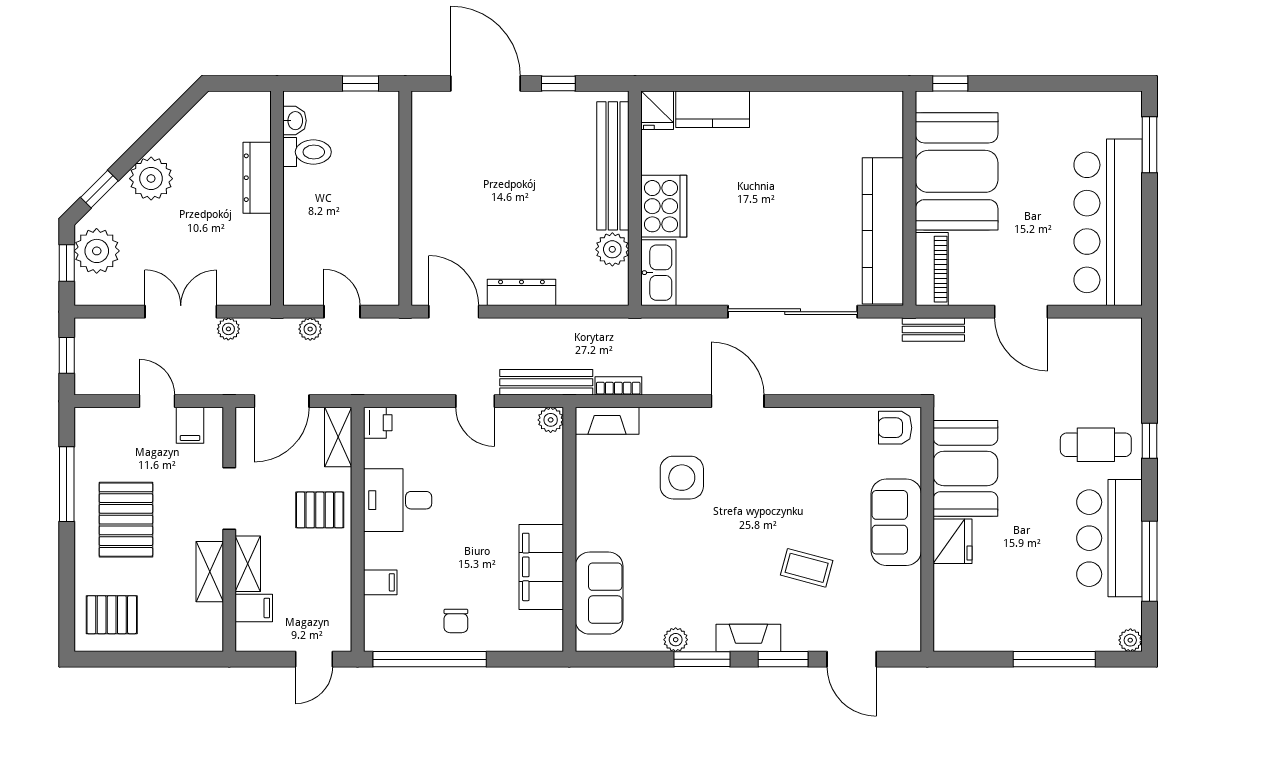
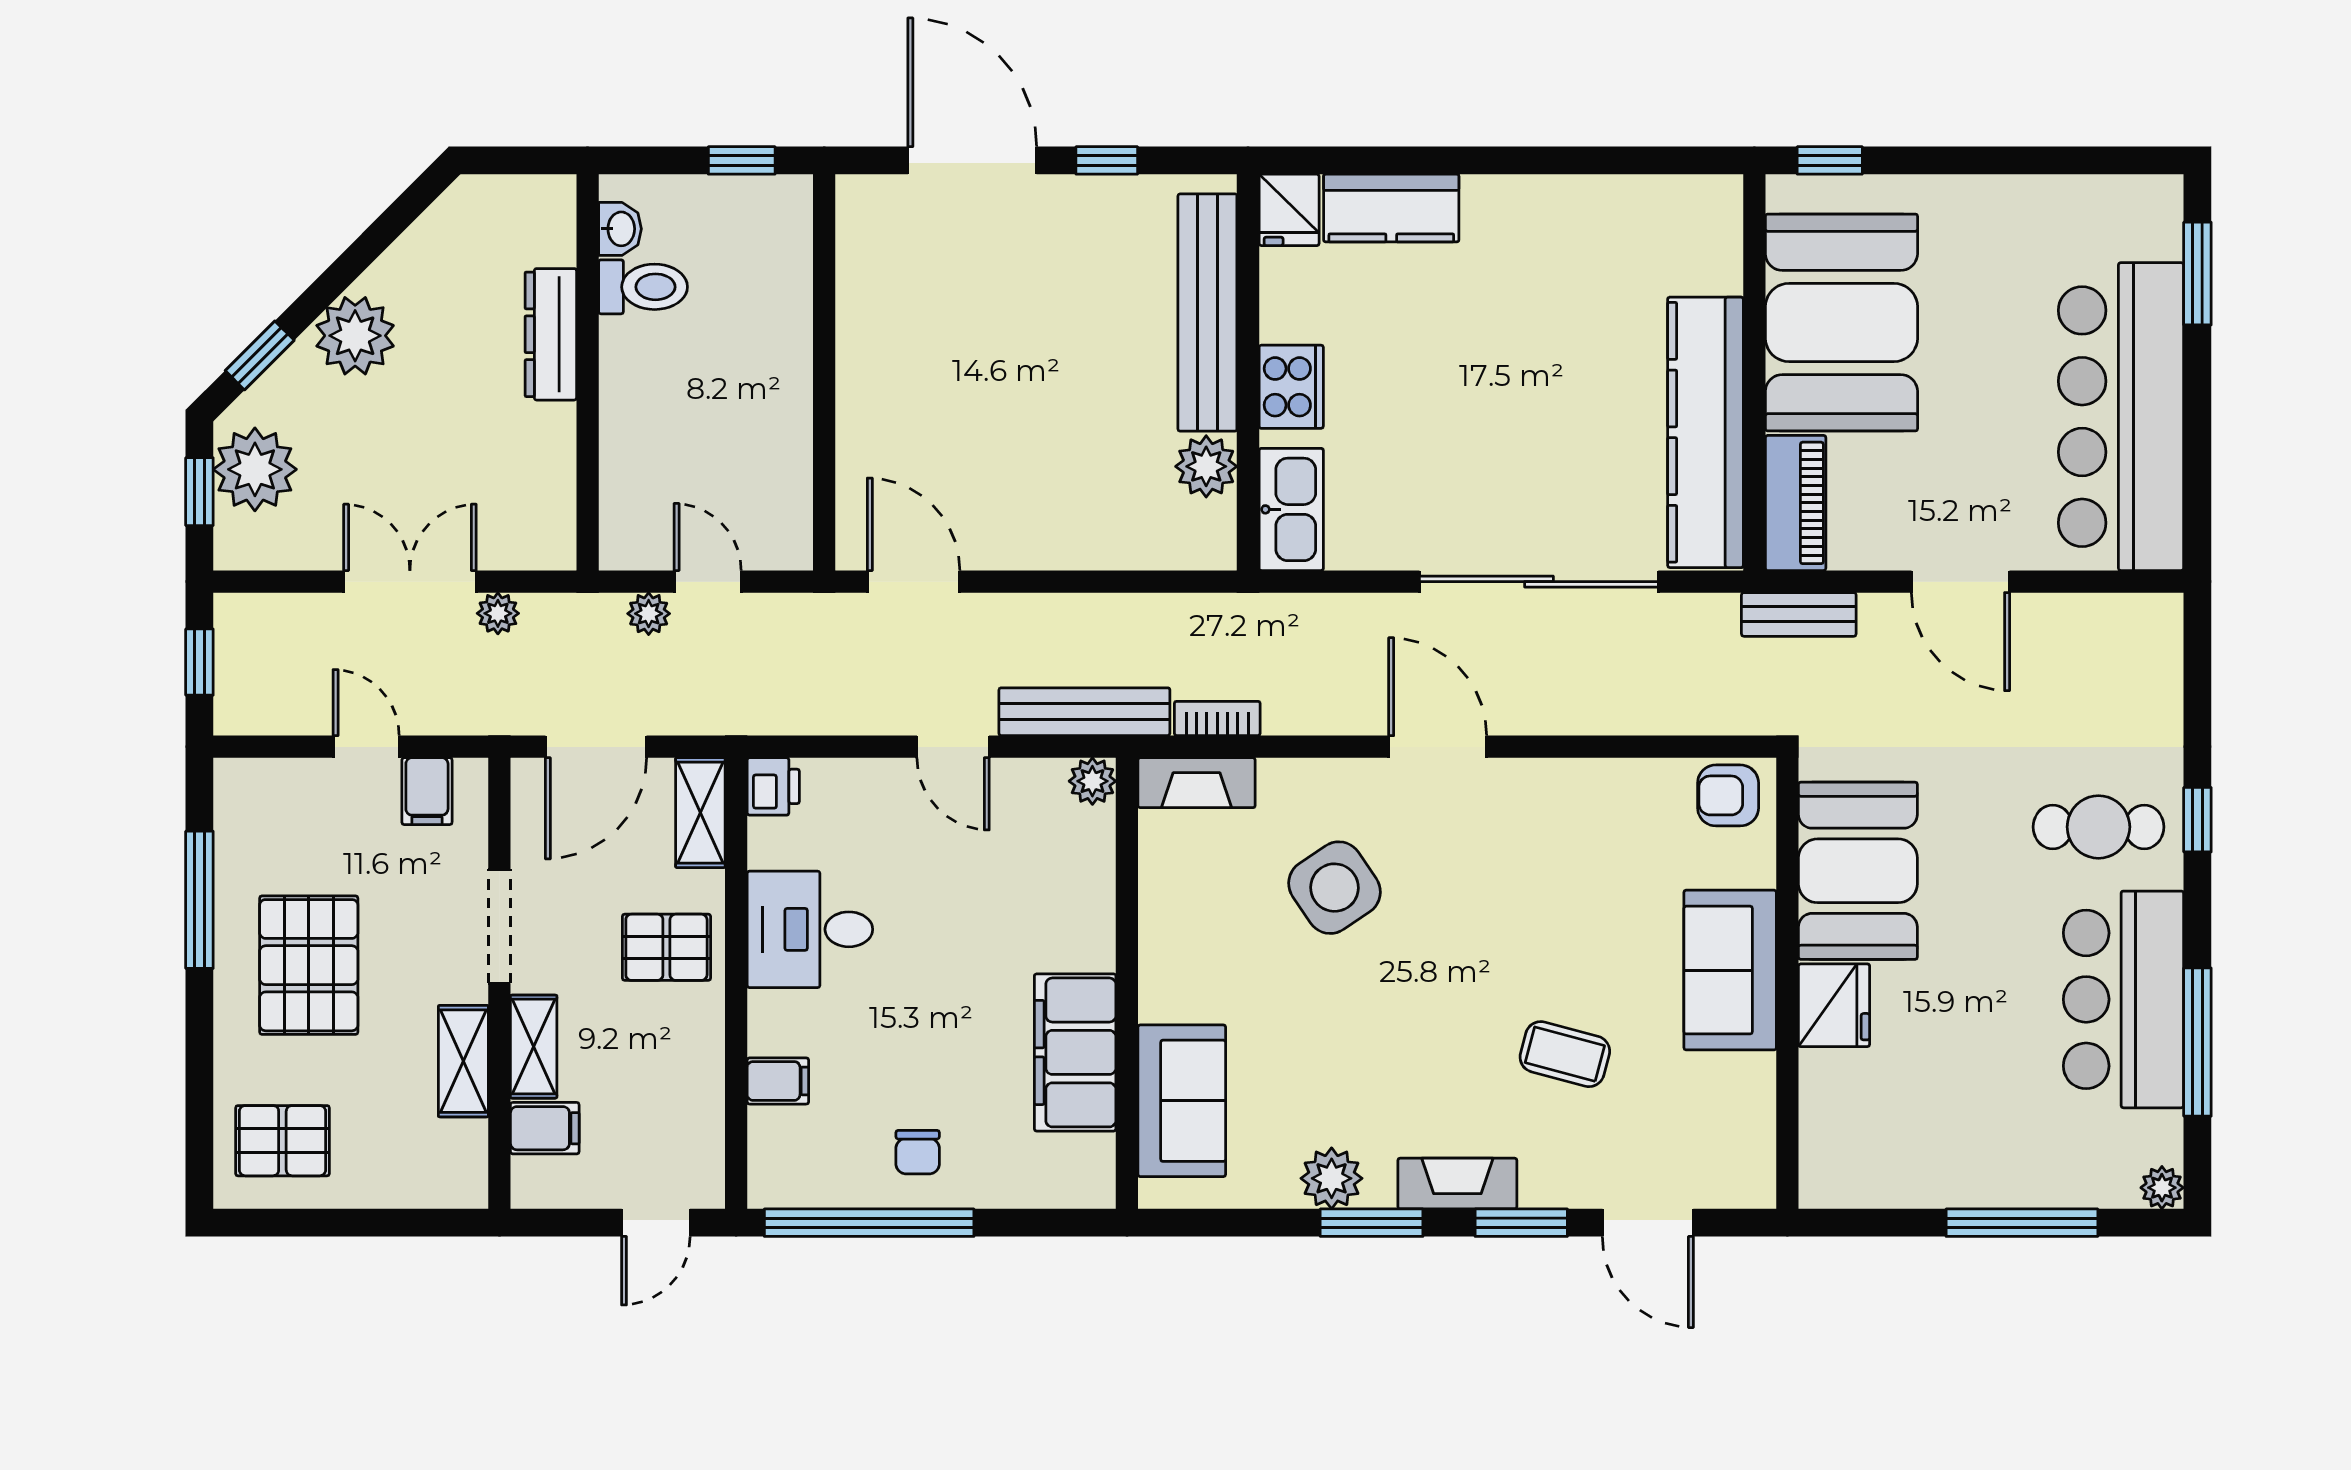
cooker: (664, 206) -> (1291, 387), width x0.73, depth x0.76
dresser: (521, 292) -> (1039, 546), removed
side table: (682, 478) -> (1334, 888), turned -34
plant: (676, 640) -> (1332, 1178), width x1.38, depth x1.38

